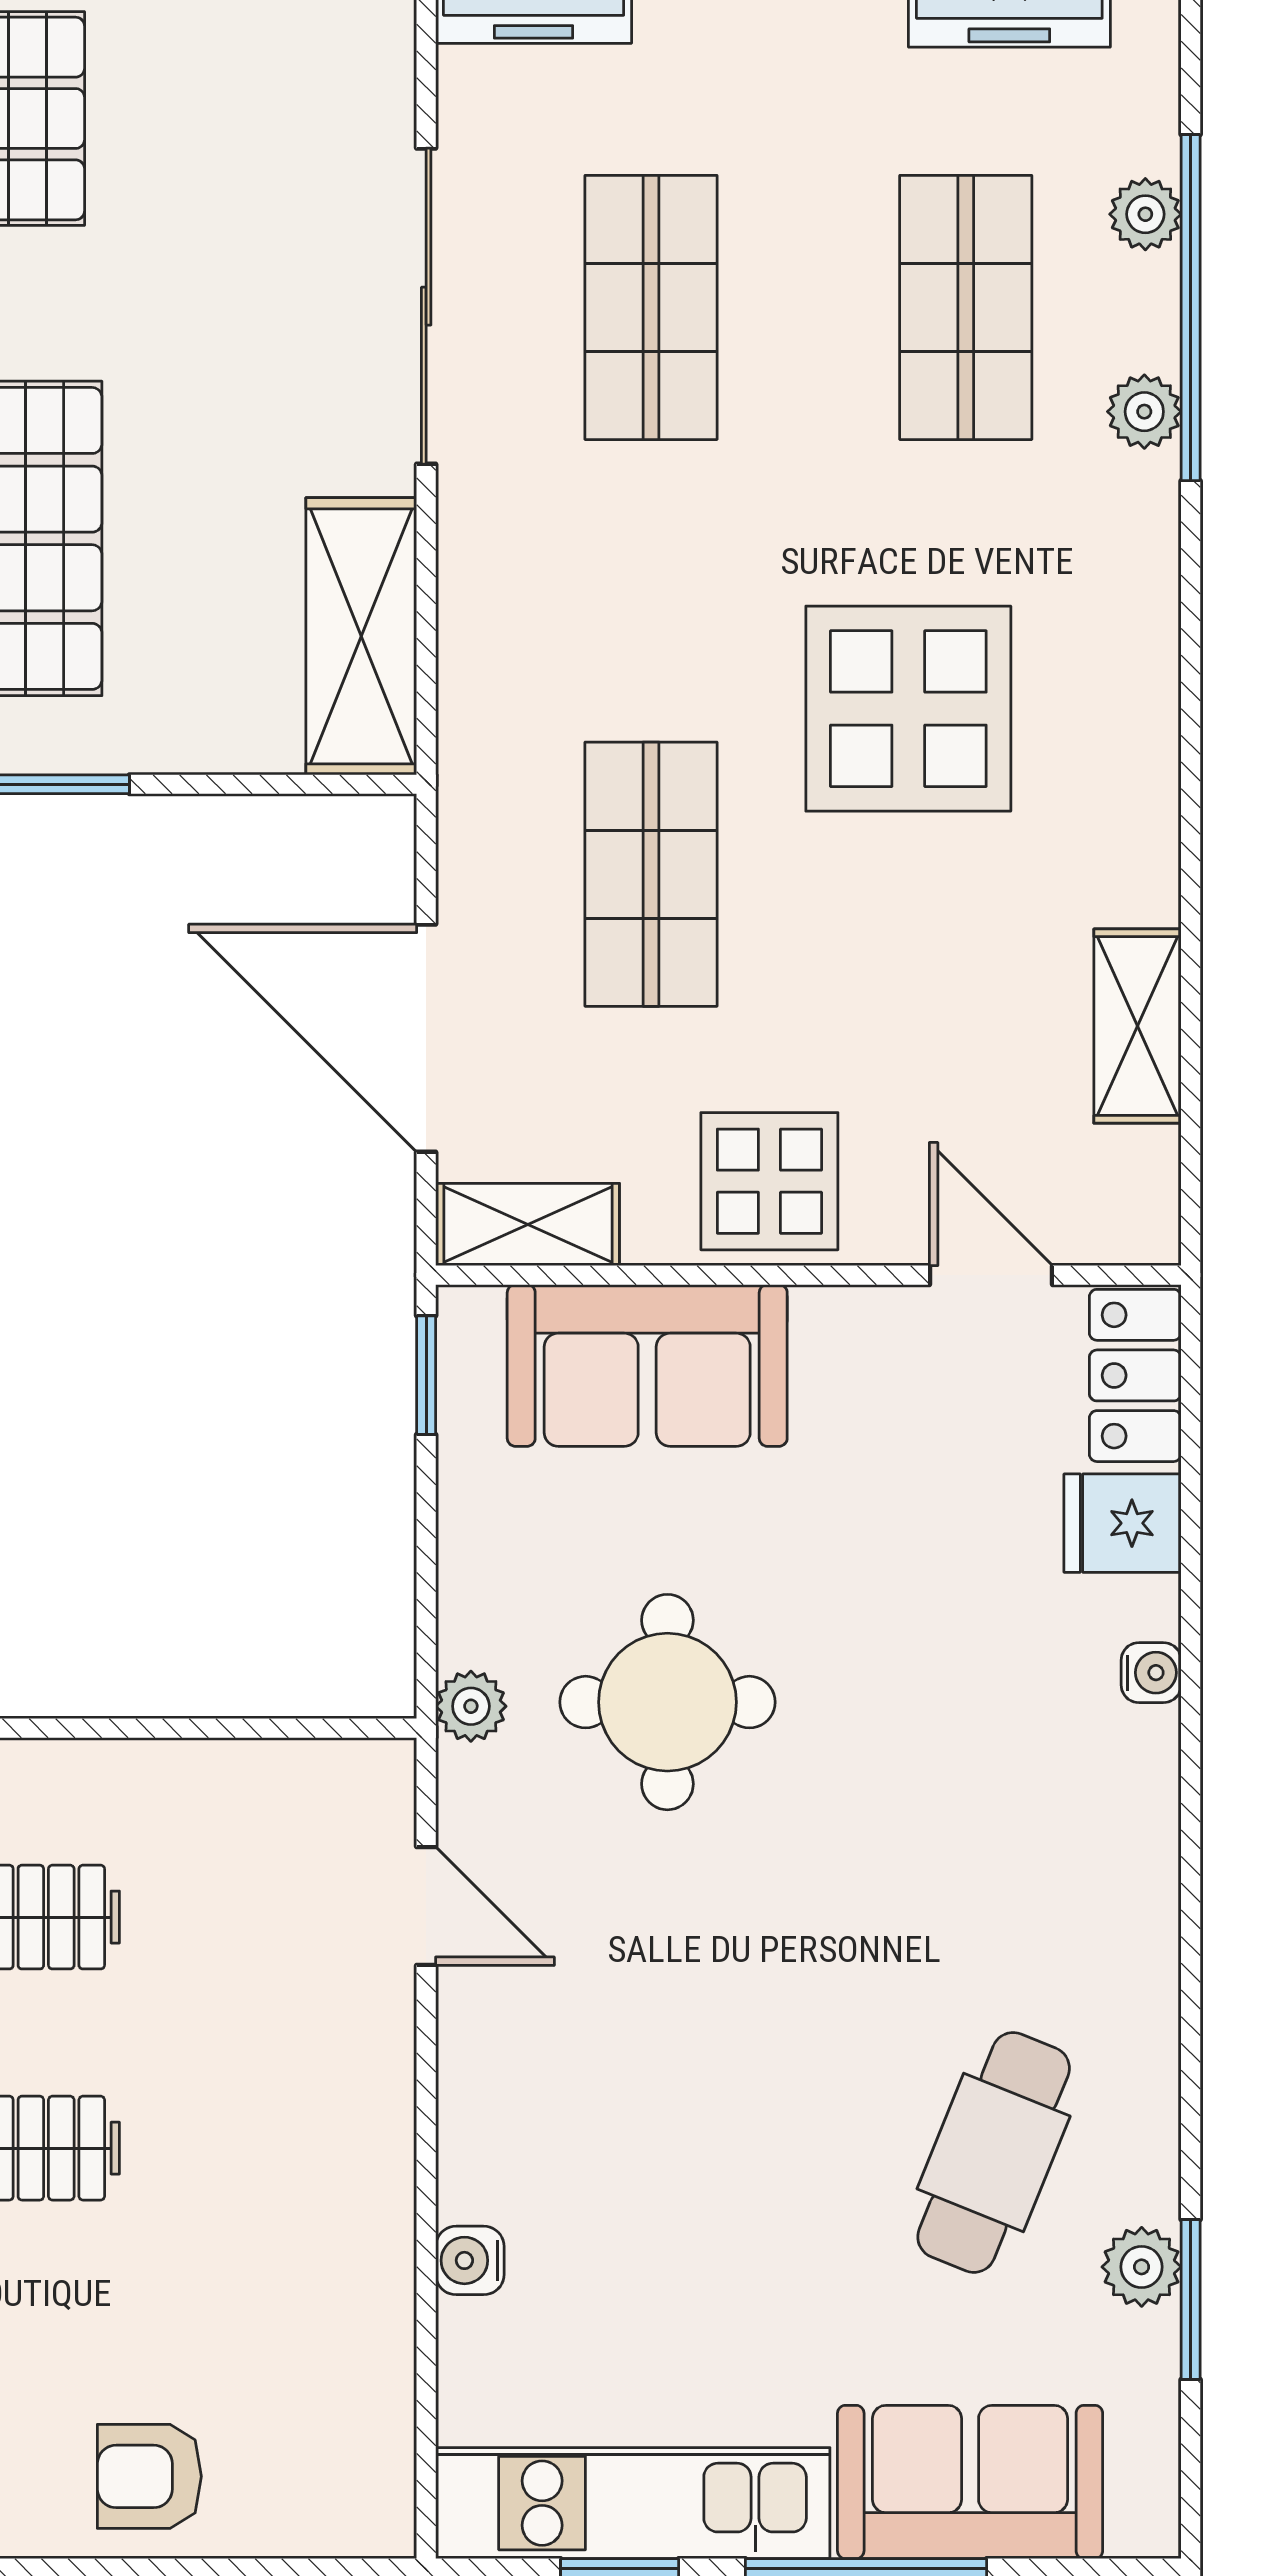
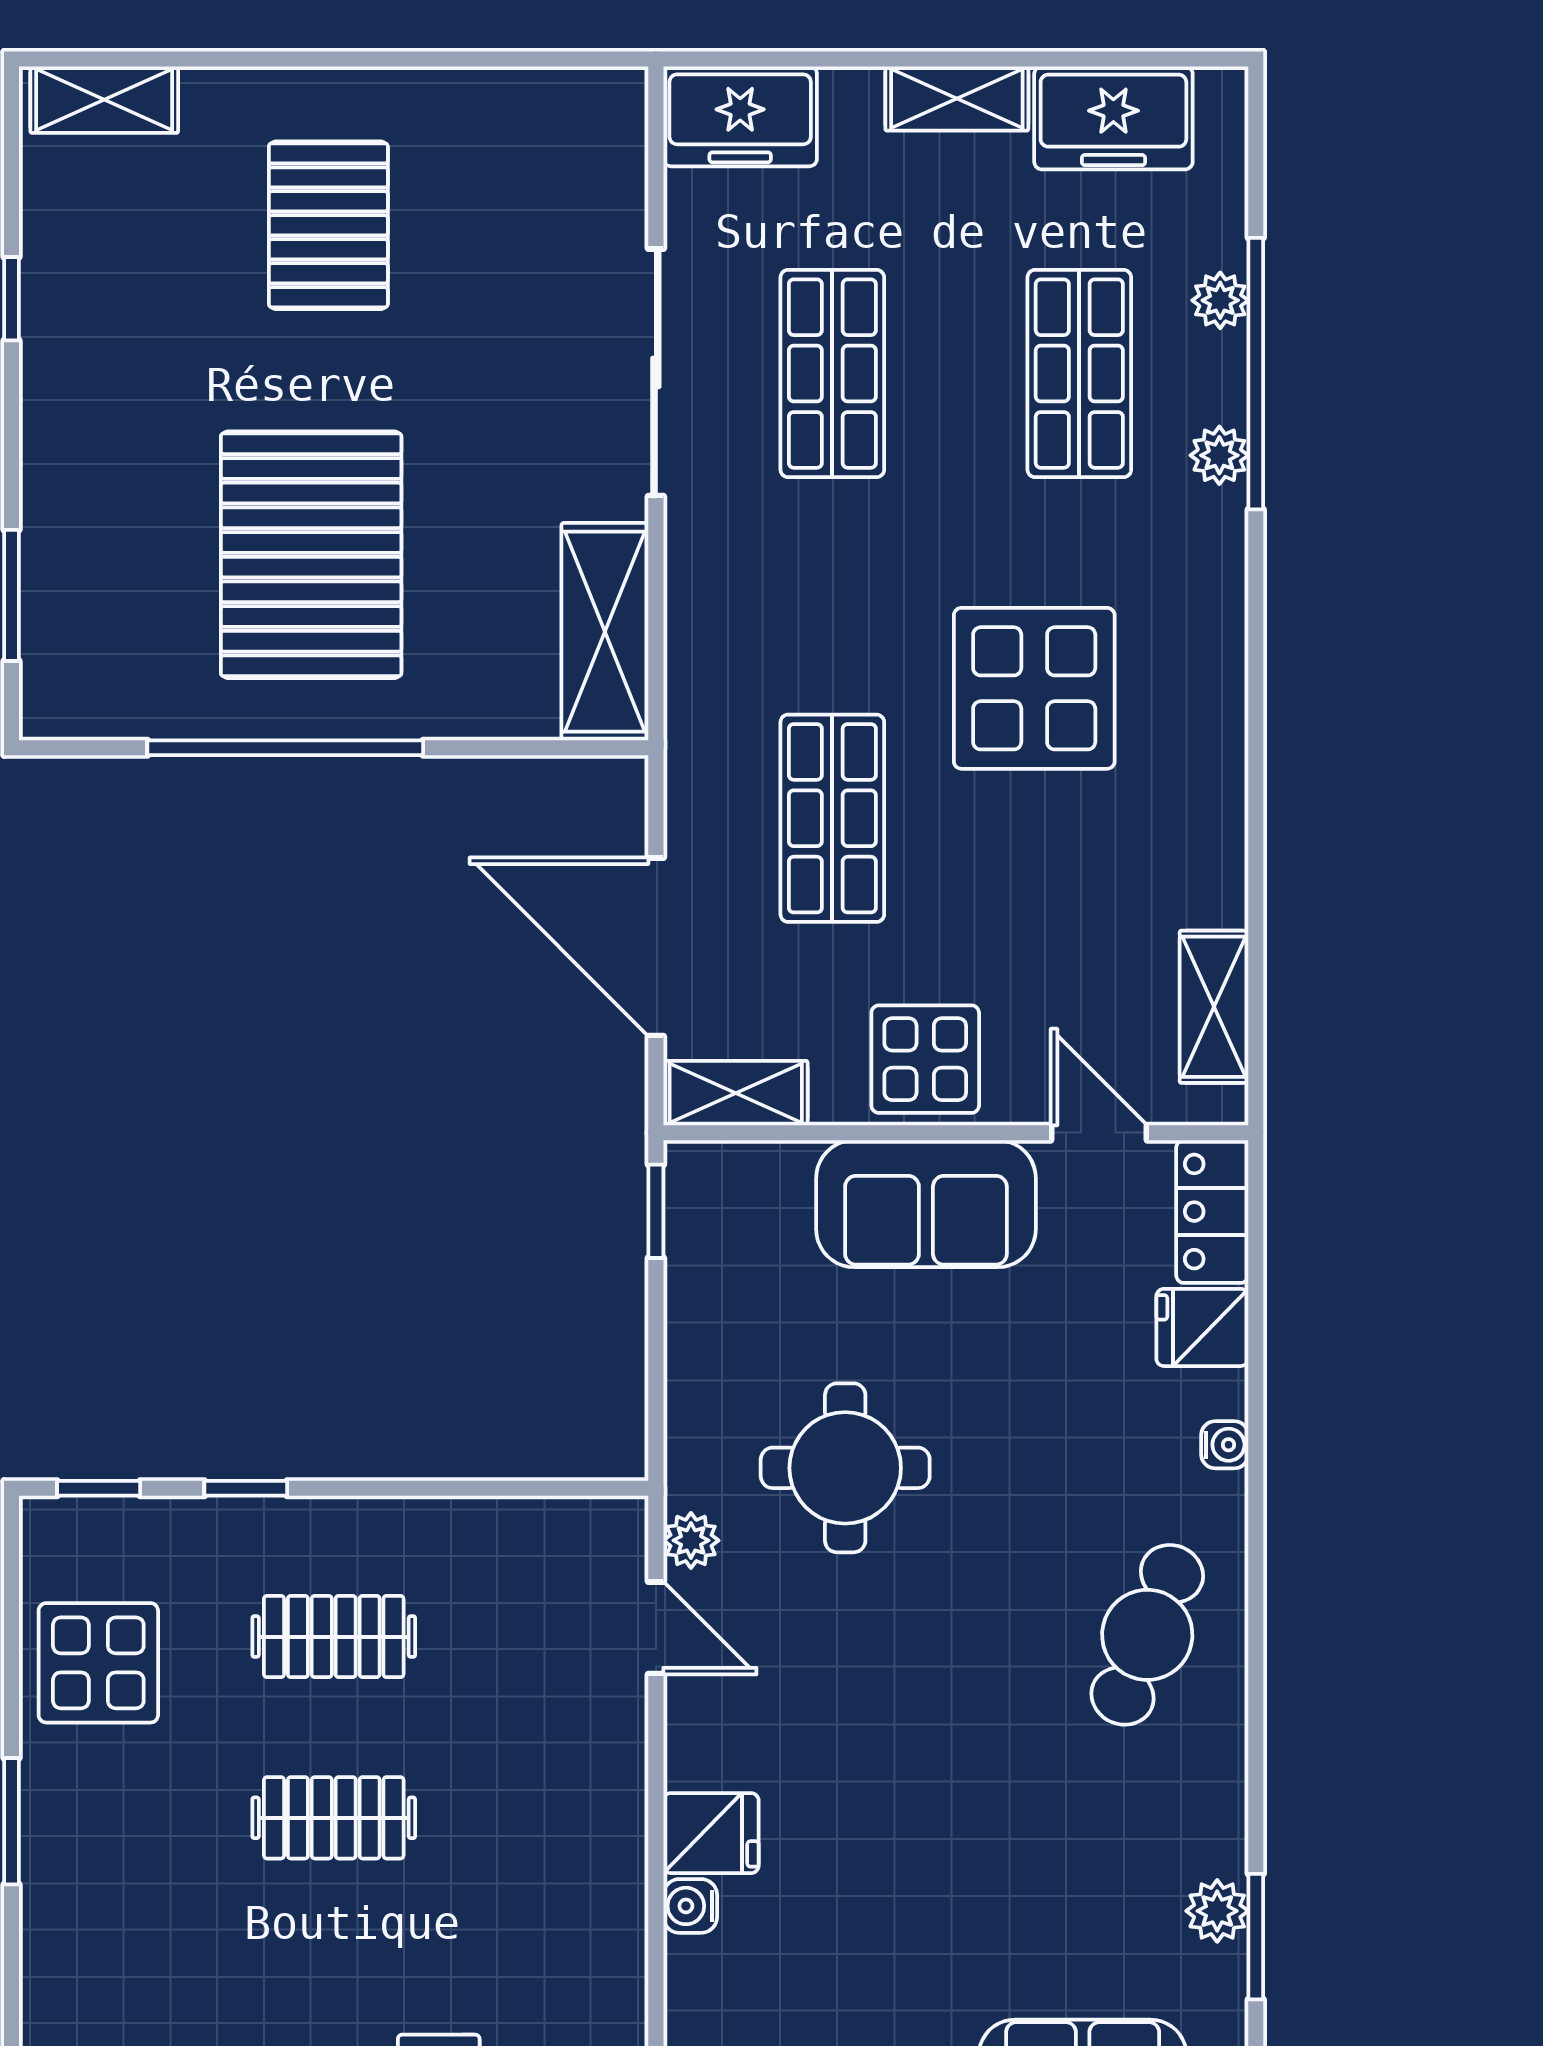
shelving: (1137, 1026) -> (1214, 1007), moved
sofa: (647, 1365) -> (926, 1204), moved
plant: (471, 1706) -> (691, 1540), moved
cafe table: (994, 2152) -> (1147, 1635), moved
fridge: (496, 2168) -> (711, 1833), added

